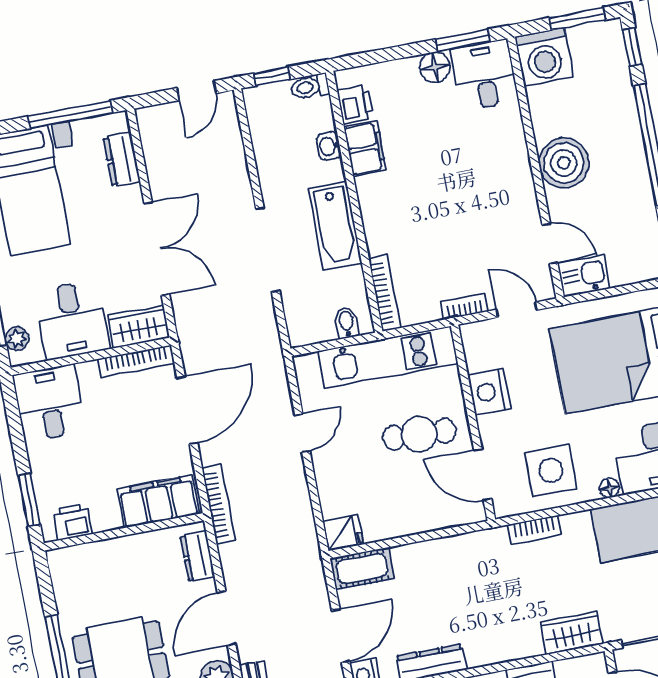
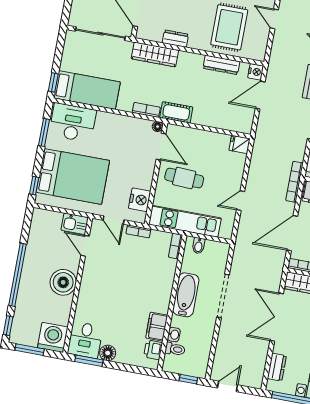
toilet: (310, 87) -> (175, 349), moved
bookcase: (385, 293) -> (176, 246), width x0.64
nightstand: (489, 392) -> (140, 200), moved
side table: (551, 471) -> (127, 136), removed
floor lamp: (609, 488) -> (158, 127), moved
cot: (362, 569) -> (176, 112), moved
wardrobe: (572, 633) -> (155, 54), width x1.50

